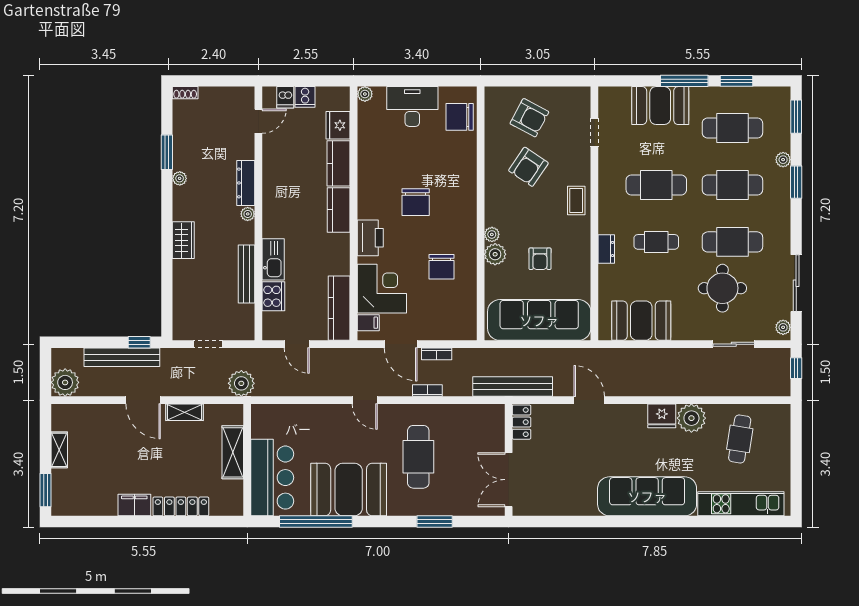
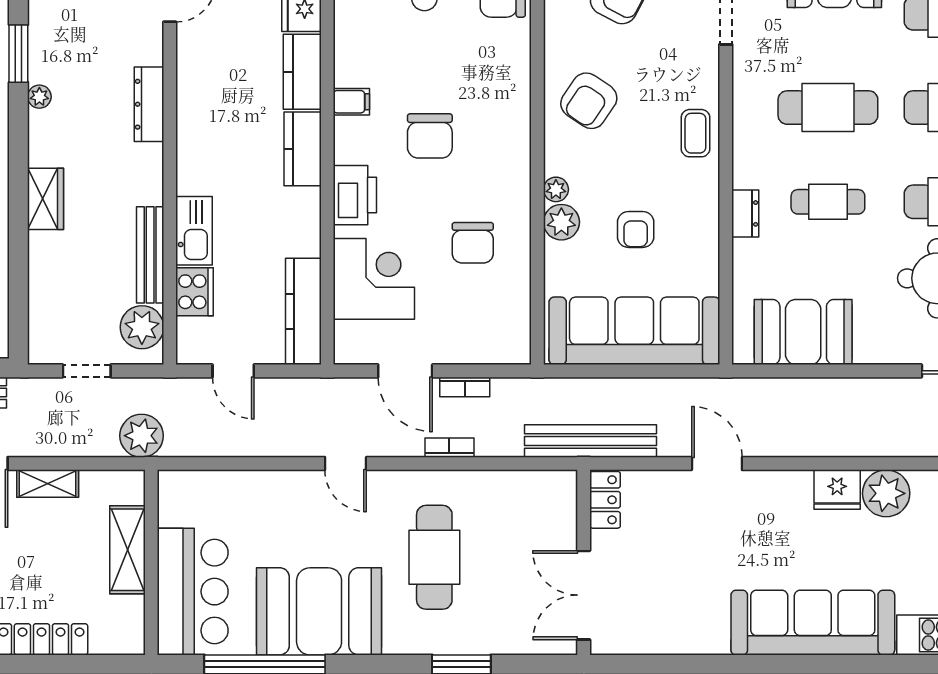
armchair: (528, 167) -> (589, 101), moved
plant: (248, 214) -> (142, 327), moved, width x1.87, depth x1.87
filing cabinet: (368, 323) -> (351, 102), moved

